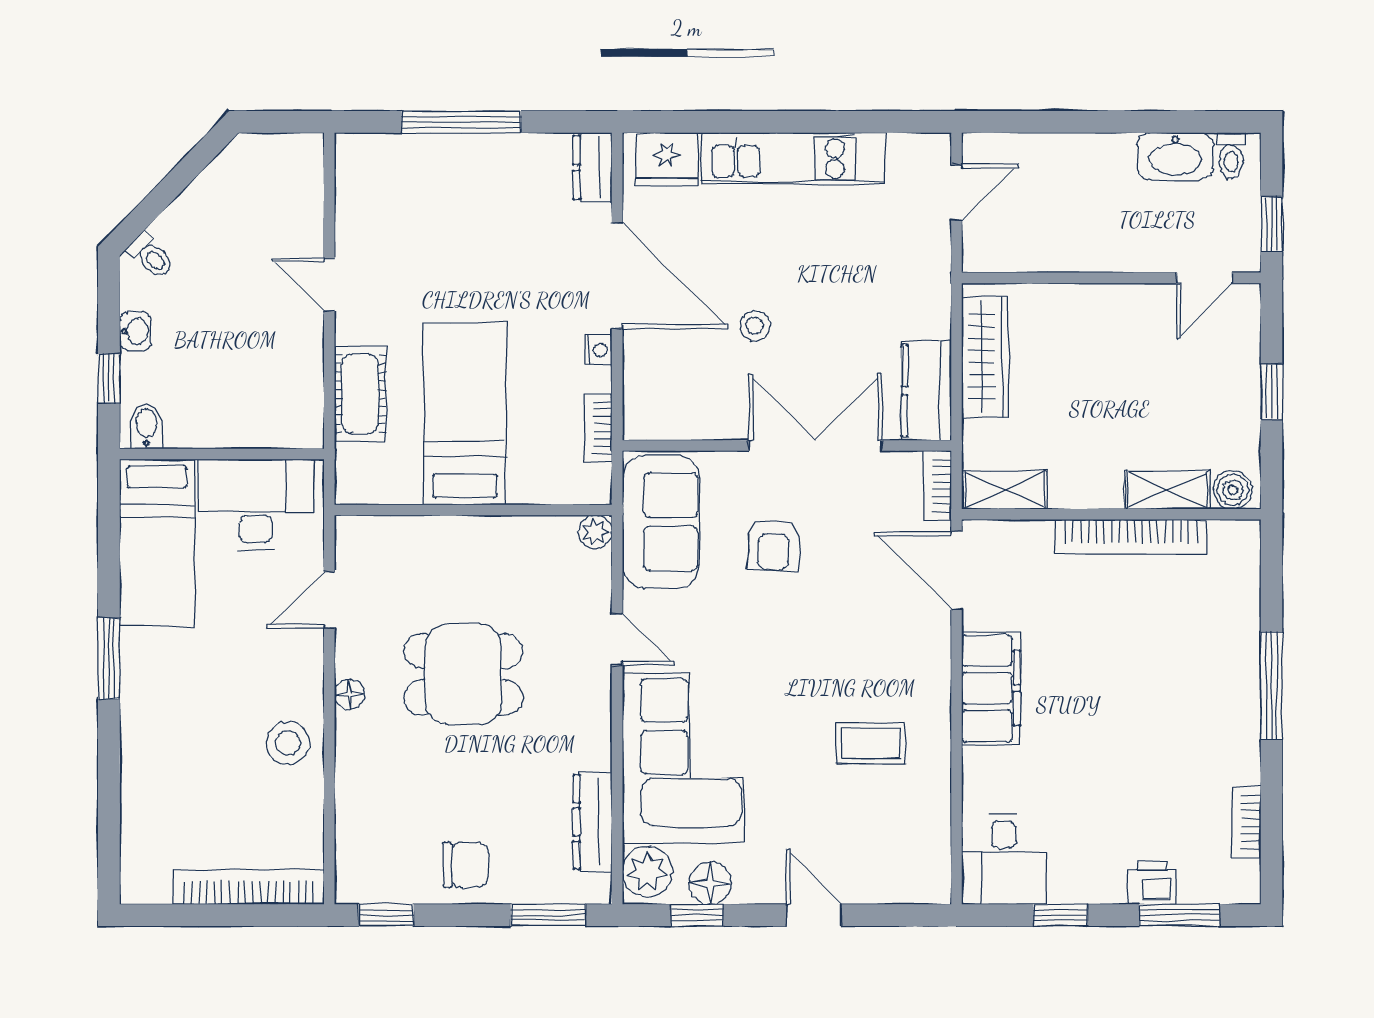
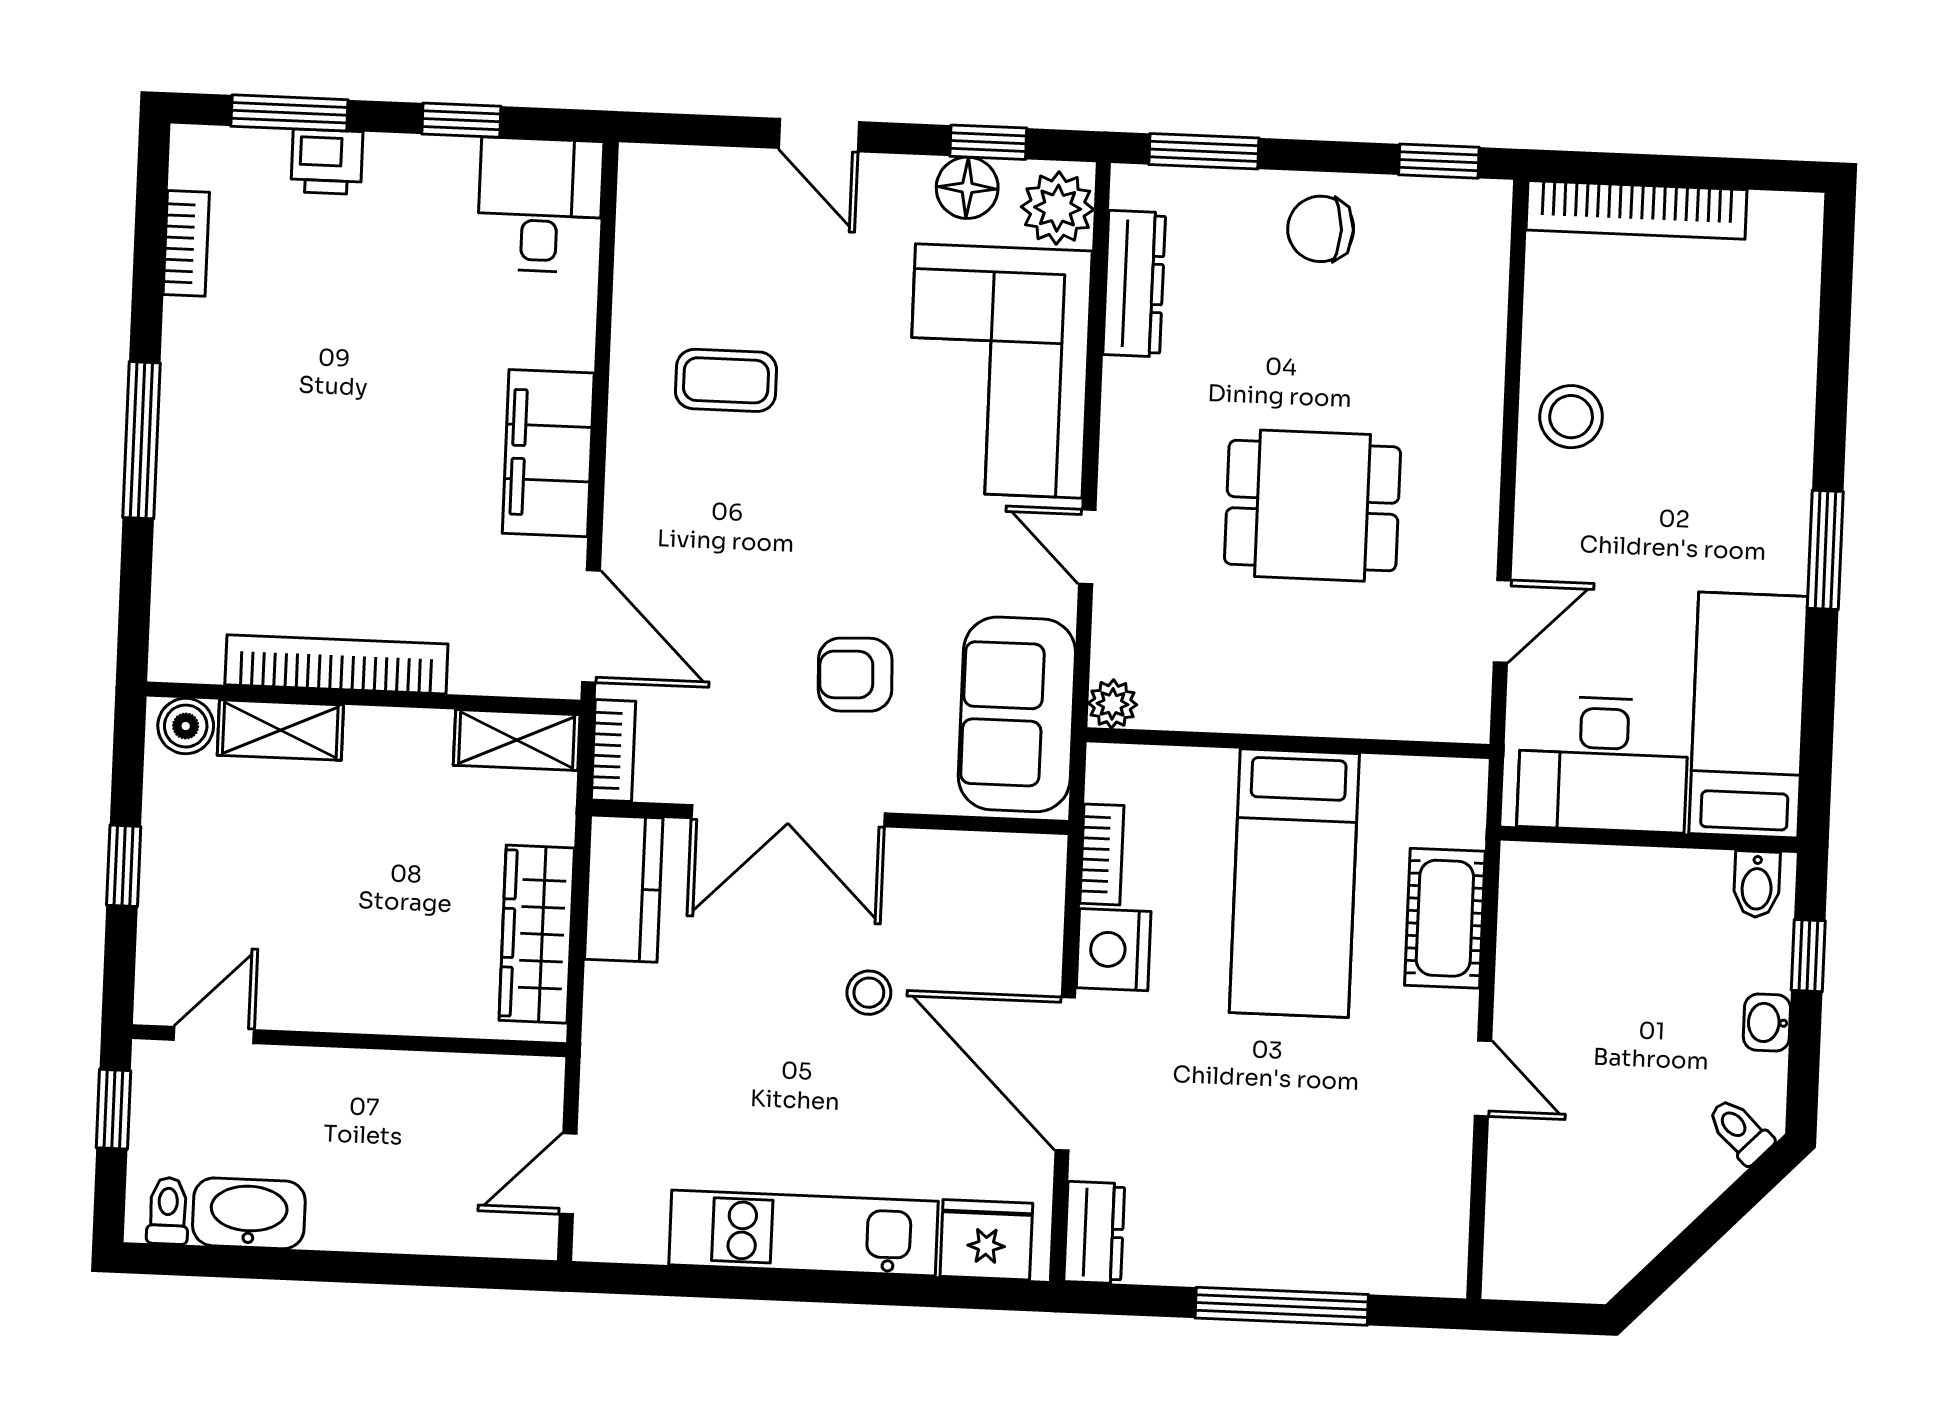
nightstand: (598, 350) -> (1114, 950), width x1.89, depth x1.79
armchair: (773, 545) -> (855, 675), turned -94
floor lamp: (350, 694) -> (1479, 483), removed

